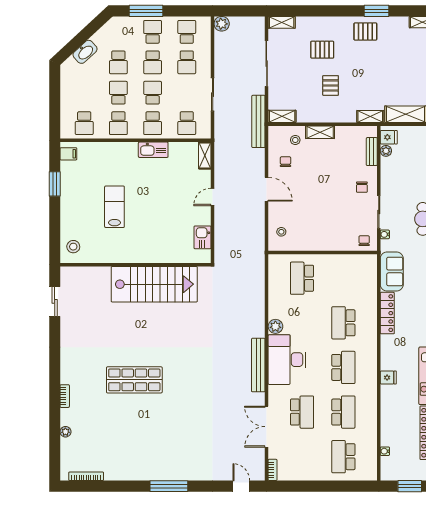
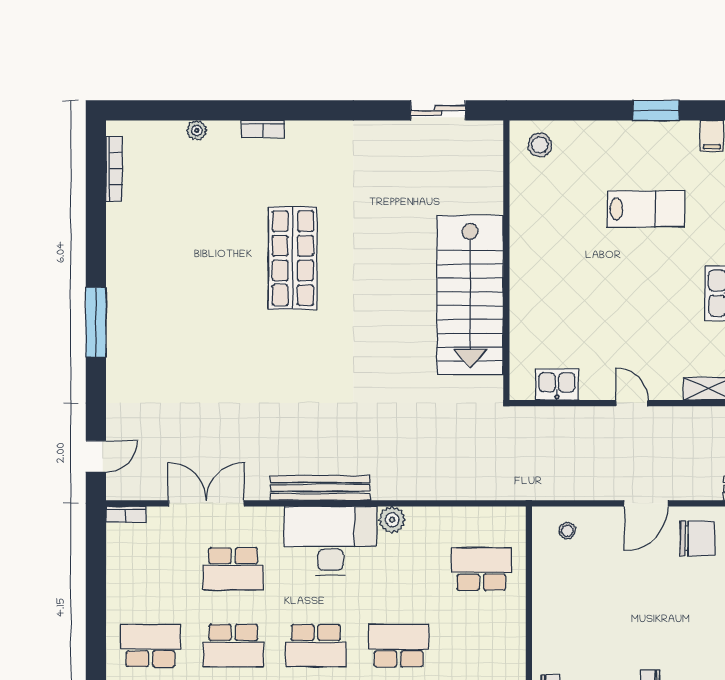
chair: (285, 162) -> (697, 538), width x1.87, depth x1.87
lab bench: (114, 207) -> (646, 209), moved

